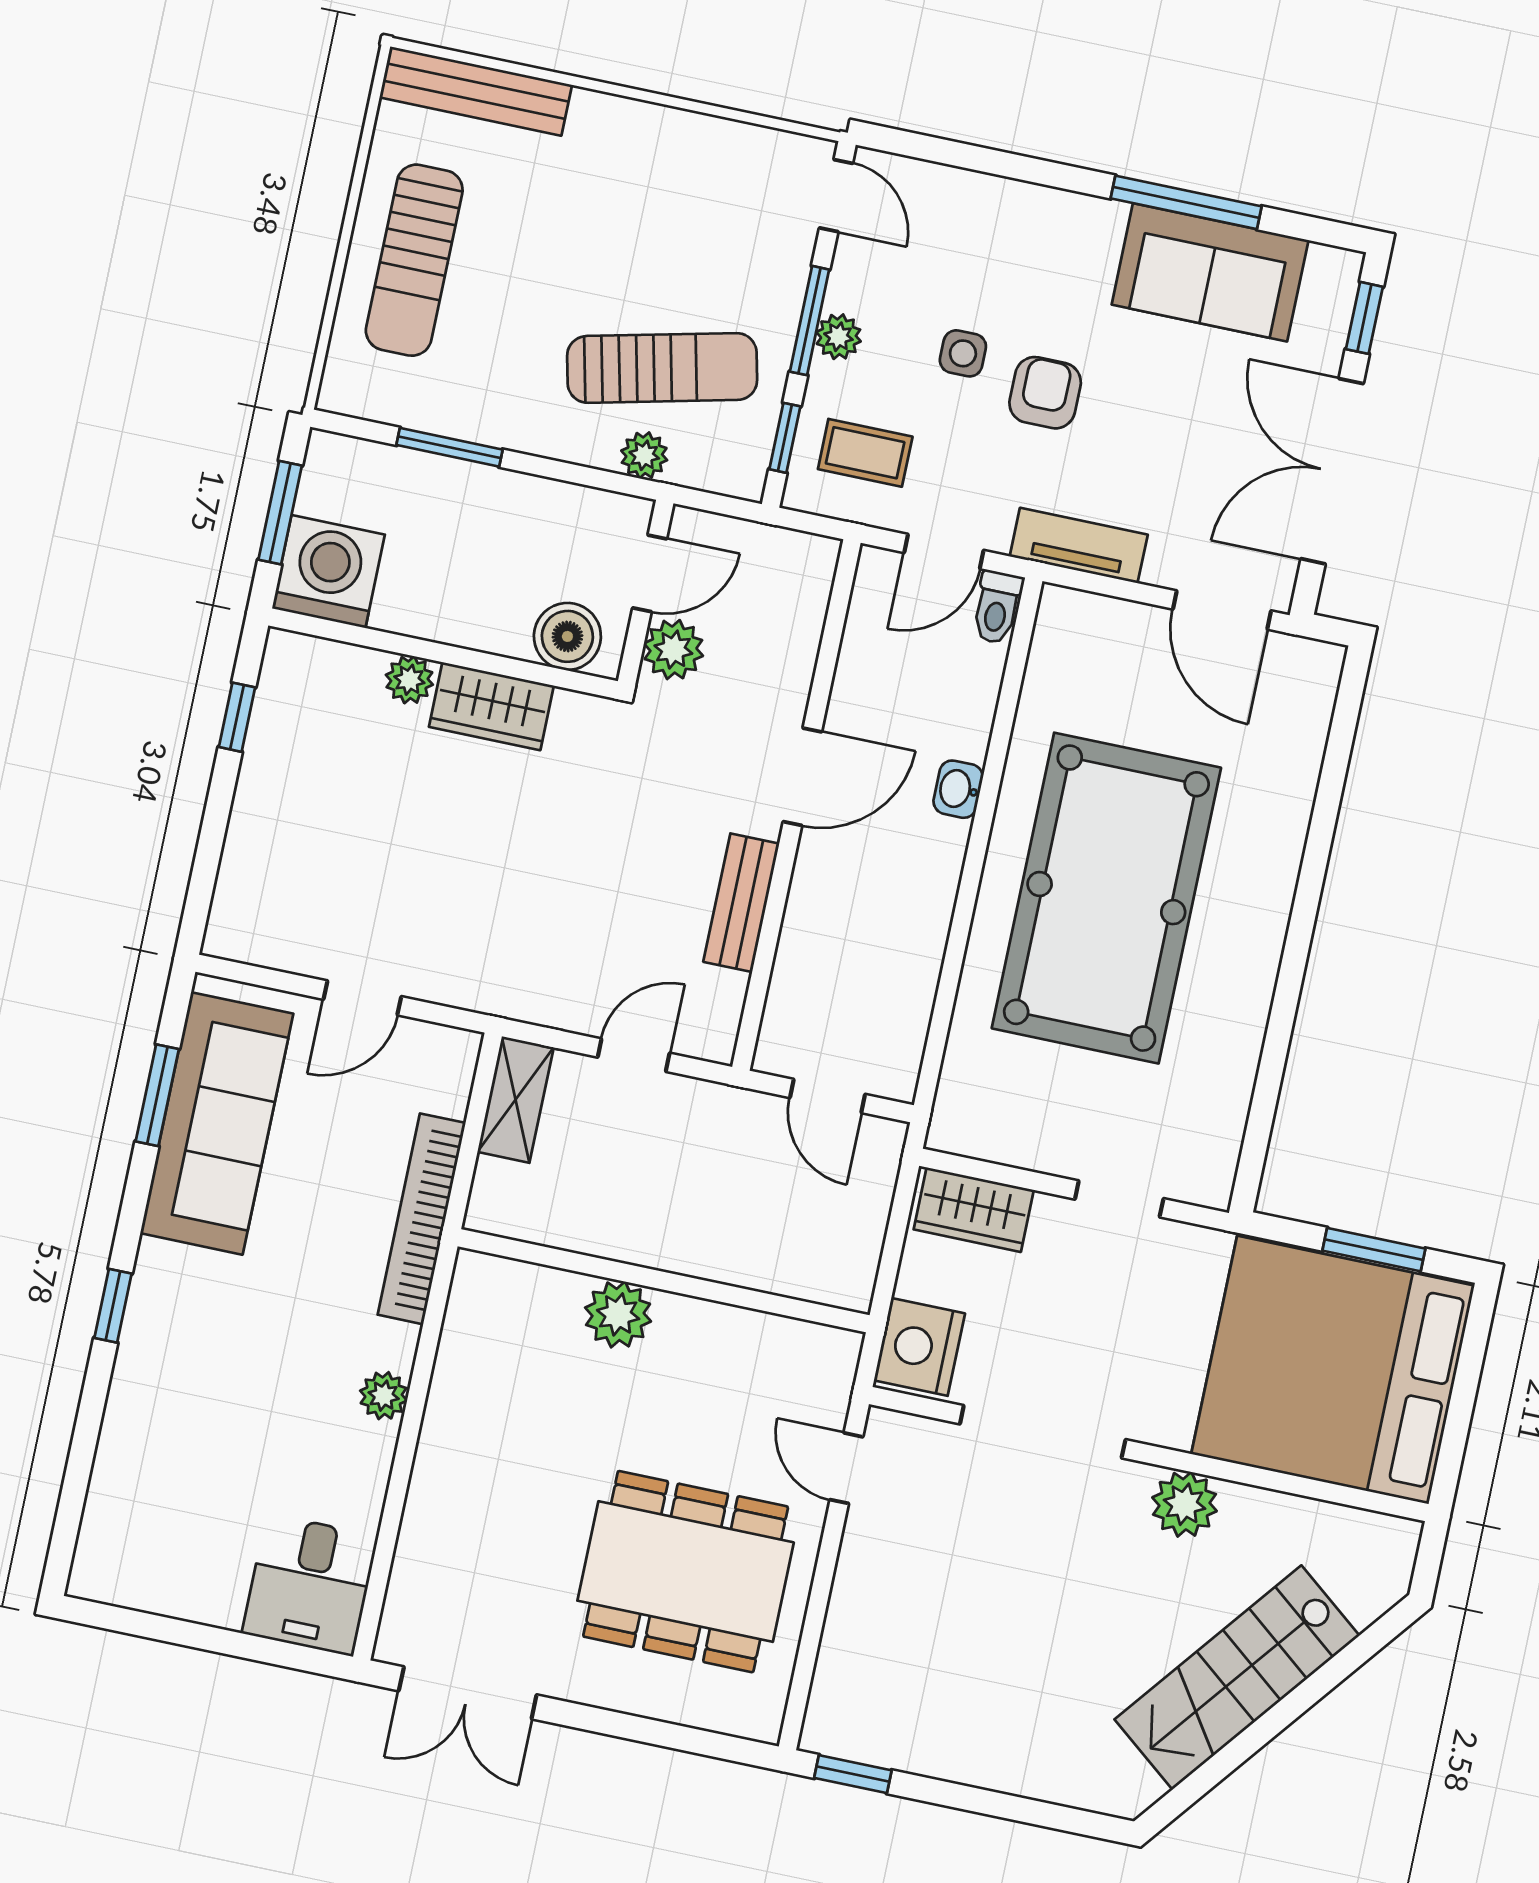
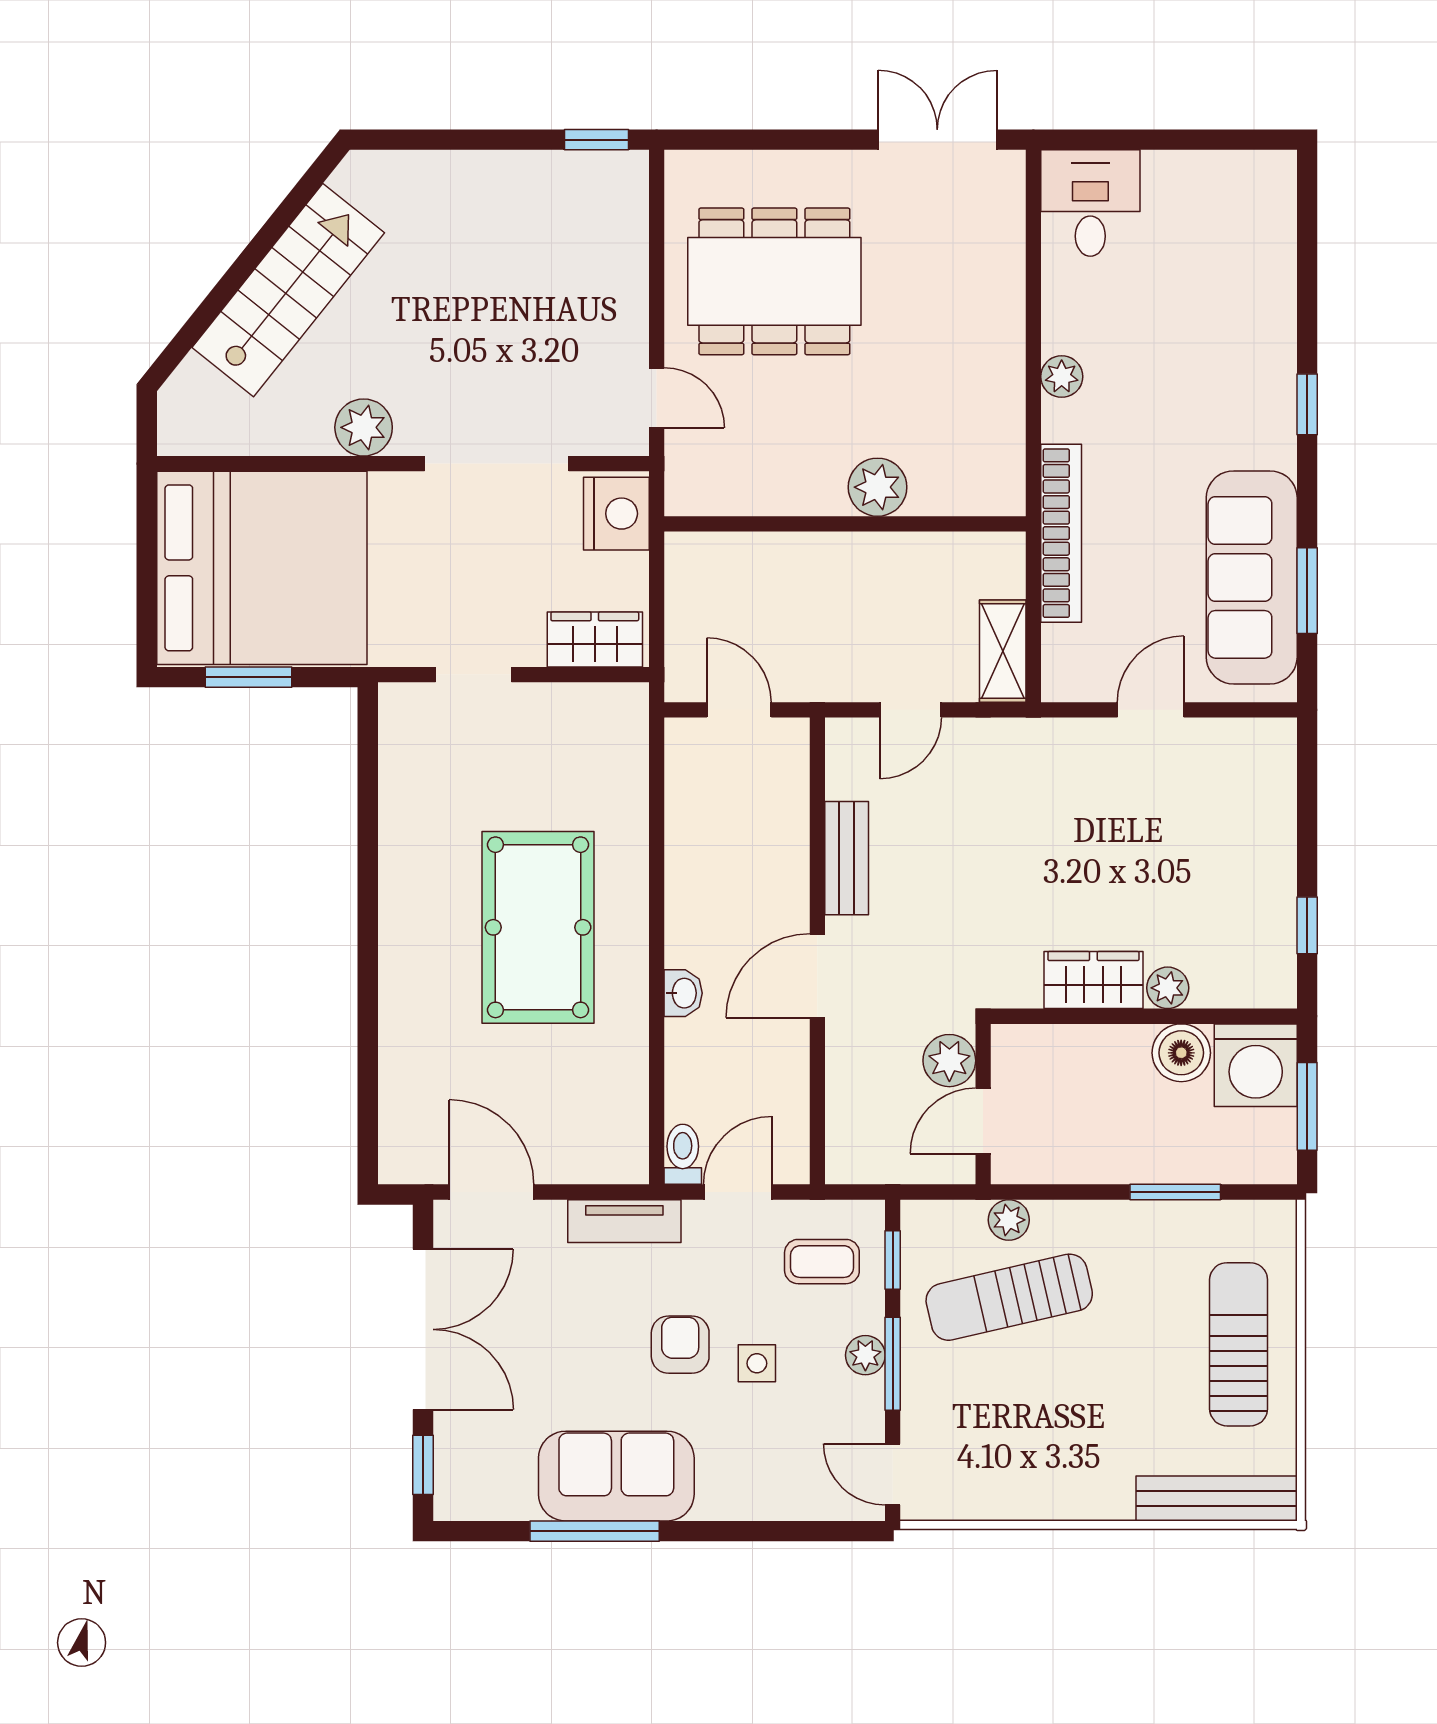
sofa: (1210, 272) -> (616, 1476), moved
armchair: (1045, 393) -> (680, 1345), turned 180
boiler: (567, 636) -> (1181, 1053), moved
pool table: (1106, 898) -> (538, 927), width x0.73, depth x0.76

